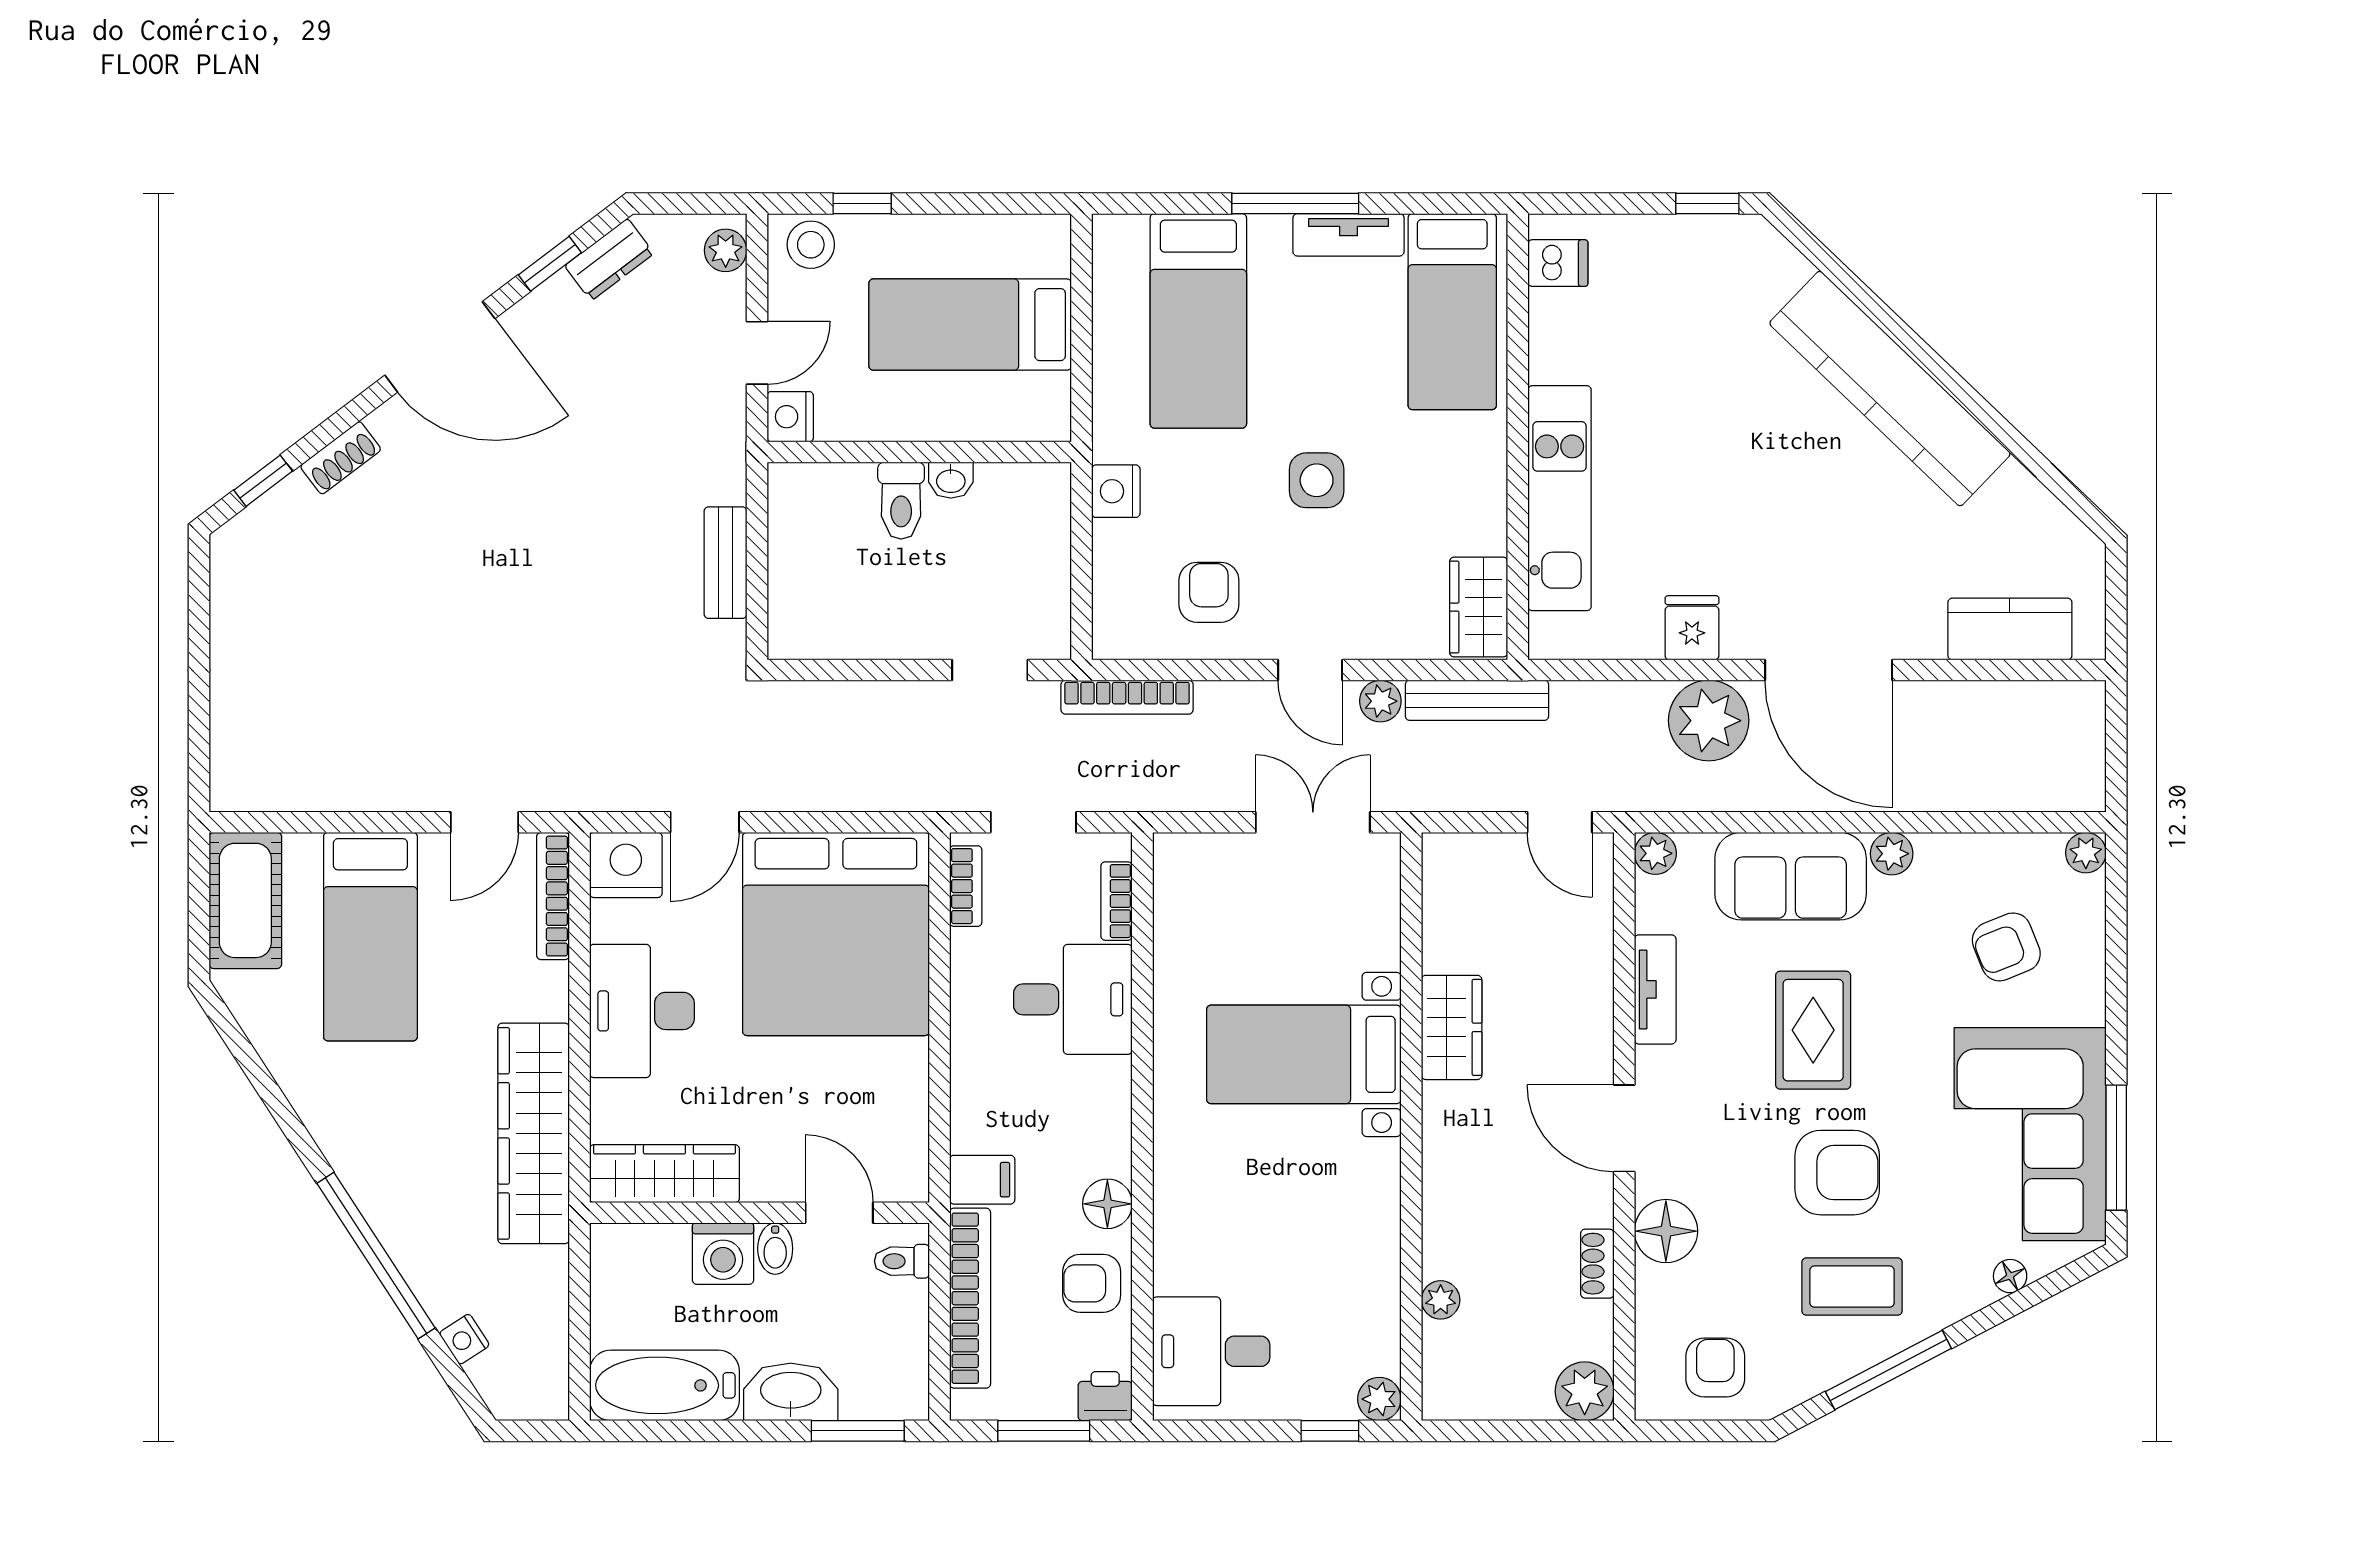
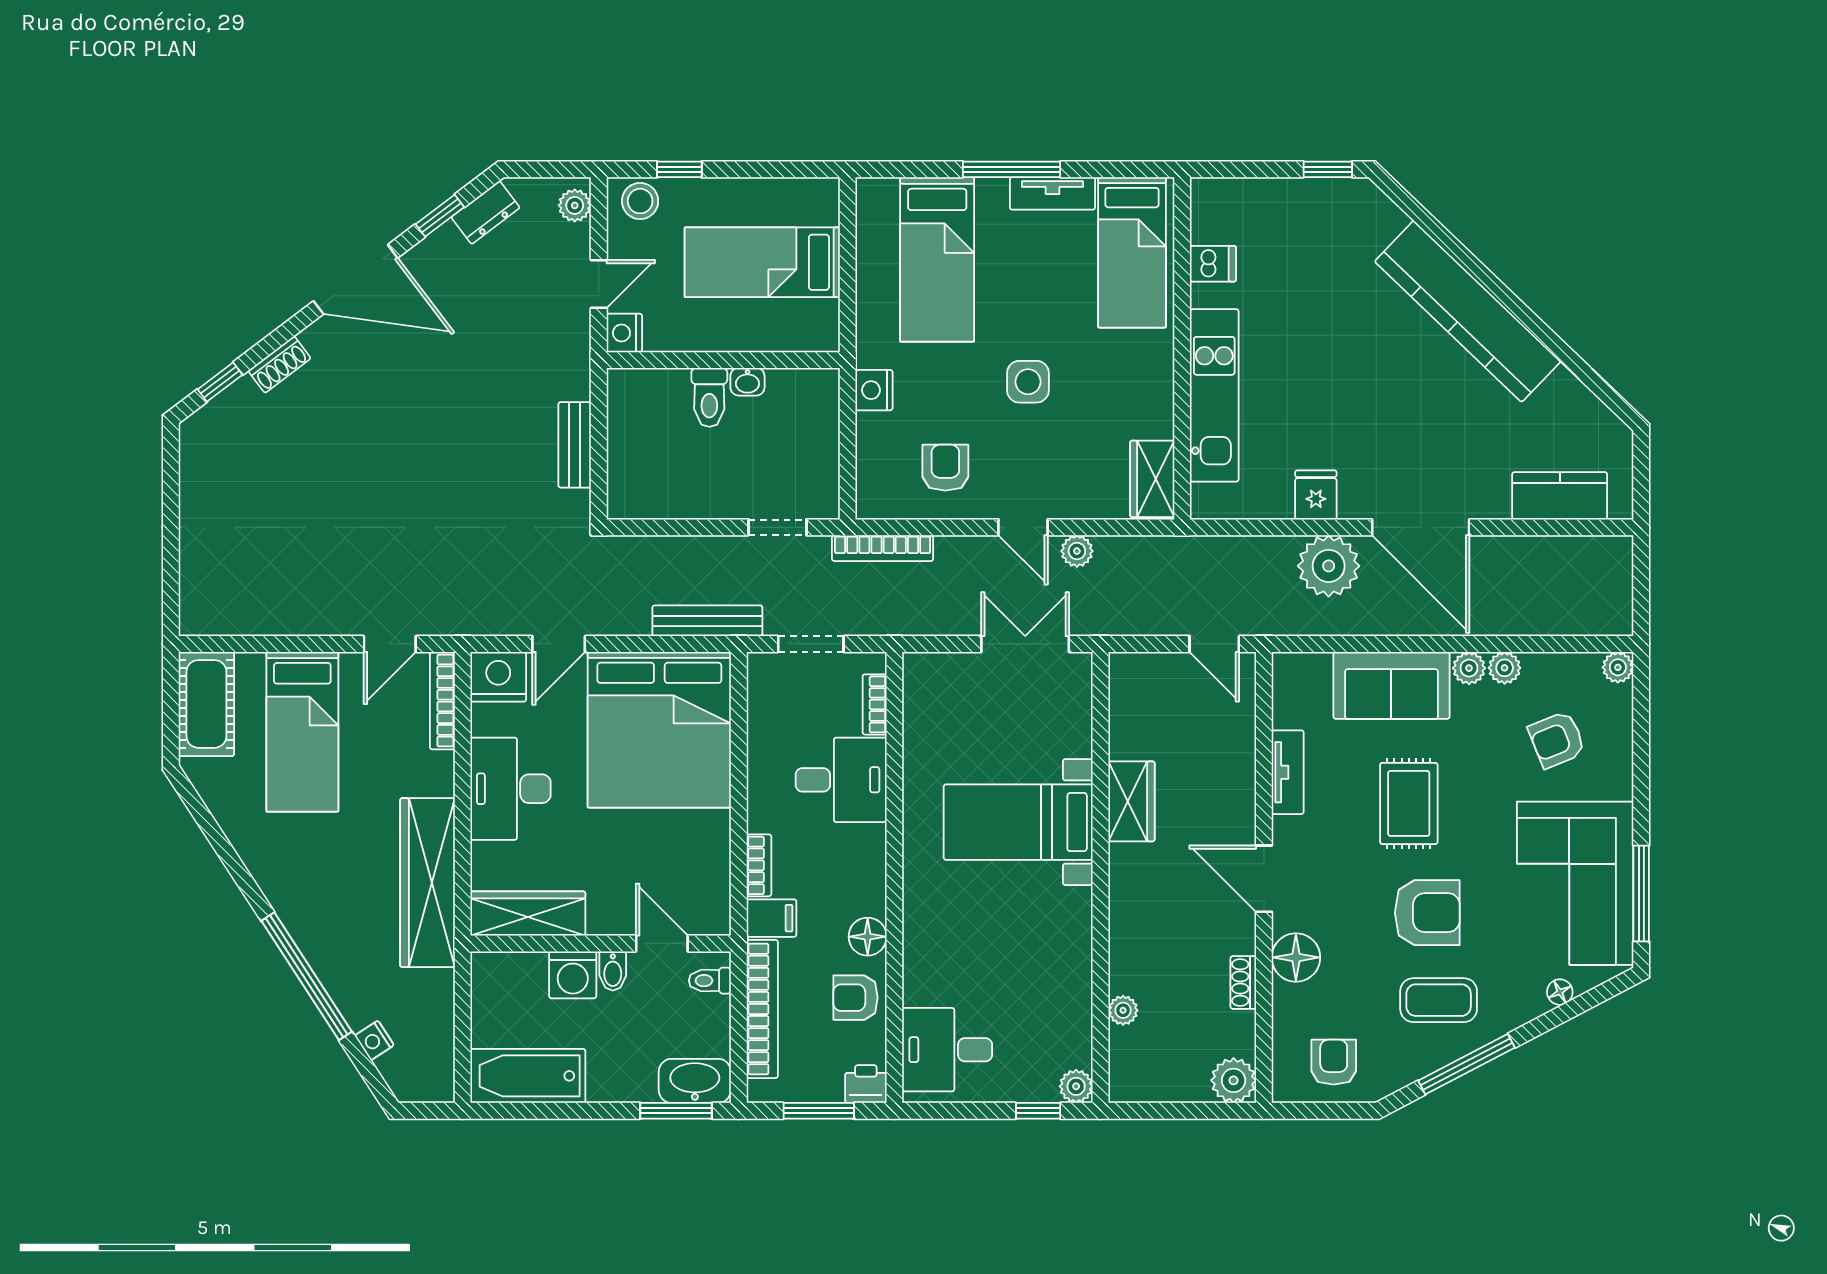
dishwasher: (1558, 263) -> (1213, 264), moved
bench: (1477, 700) -> (707, 621), moved
plant: (1655, 853) -> (1505, 668), moved
bookcase: (966, 886) -> (759, 865), moved
washbasin: (791, 1392) -> (695, 1081), moved

